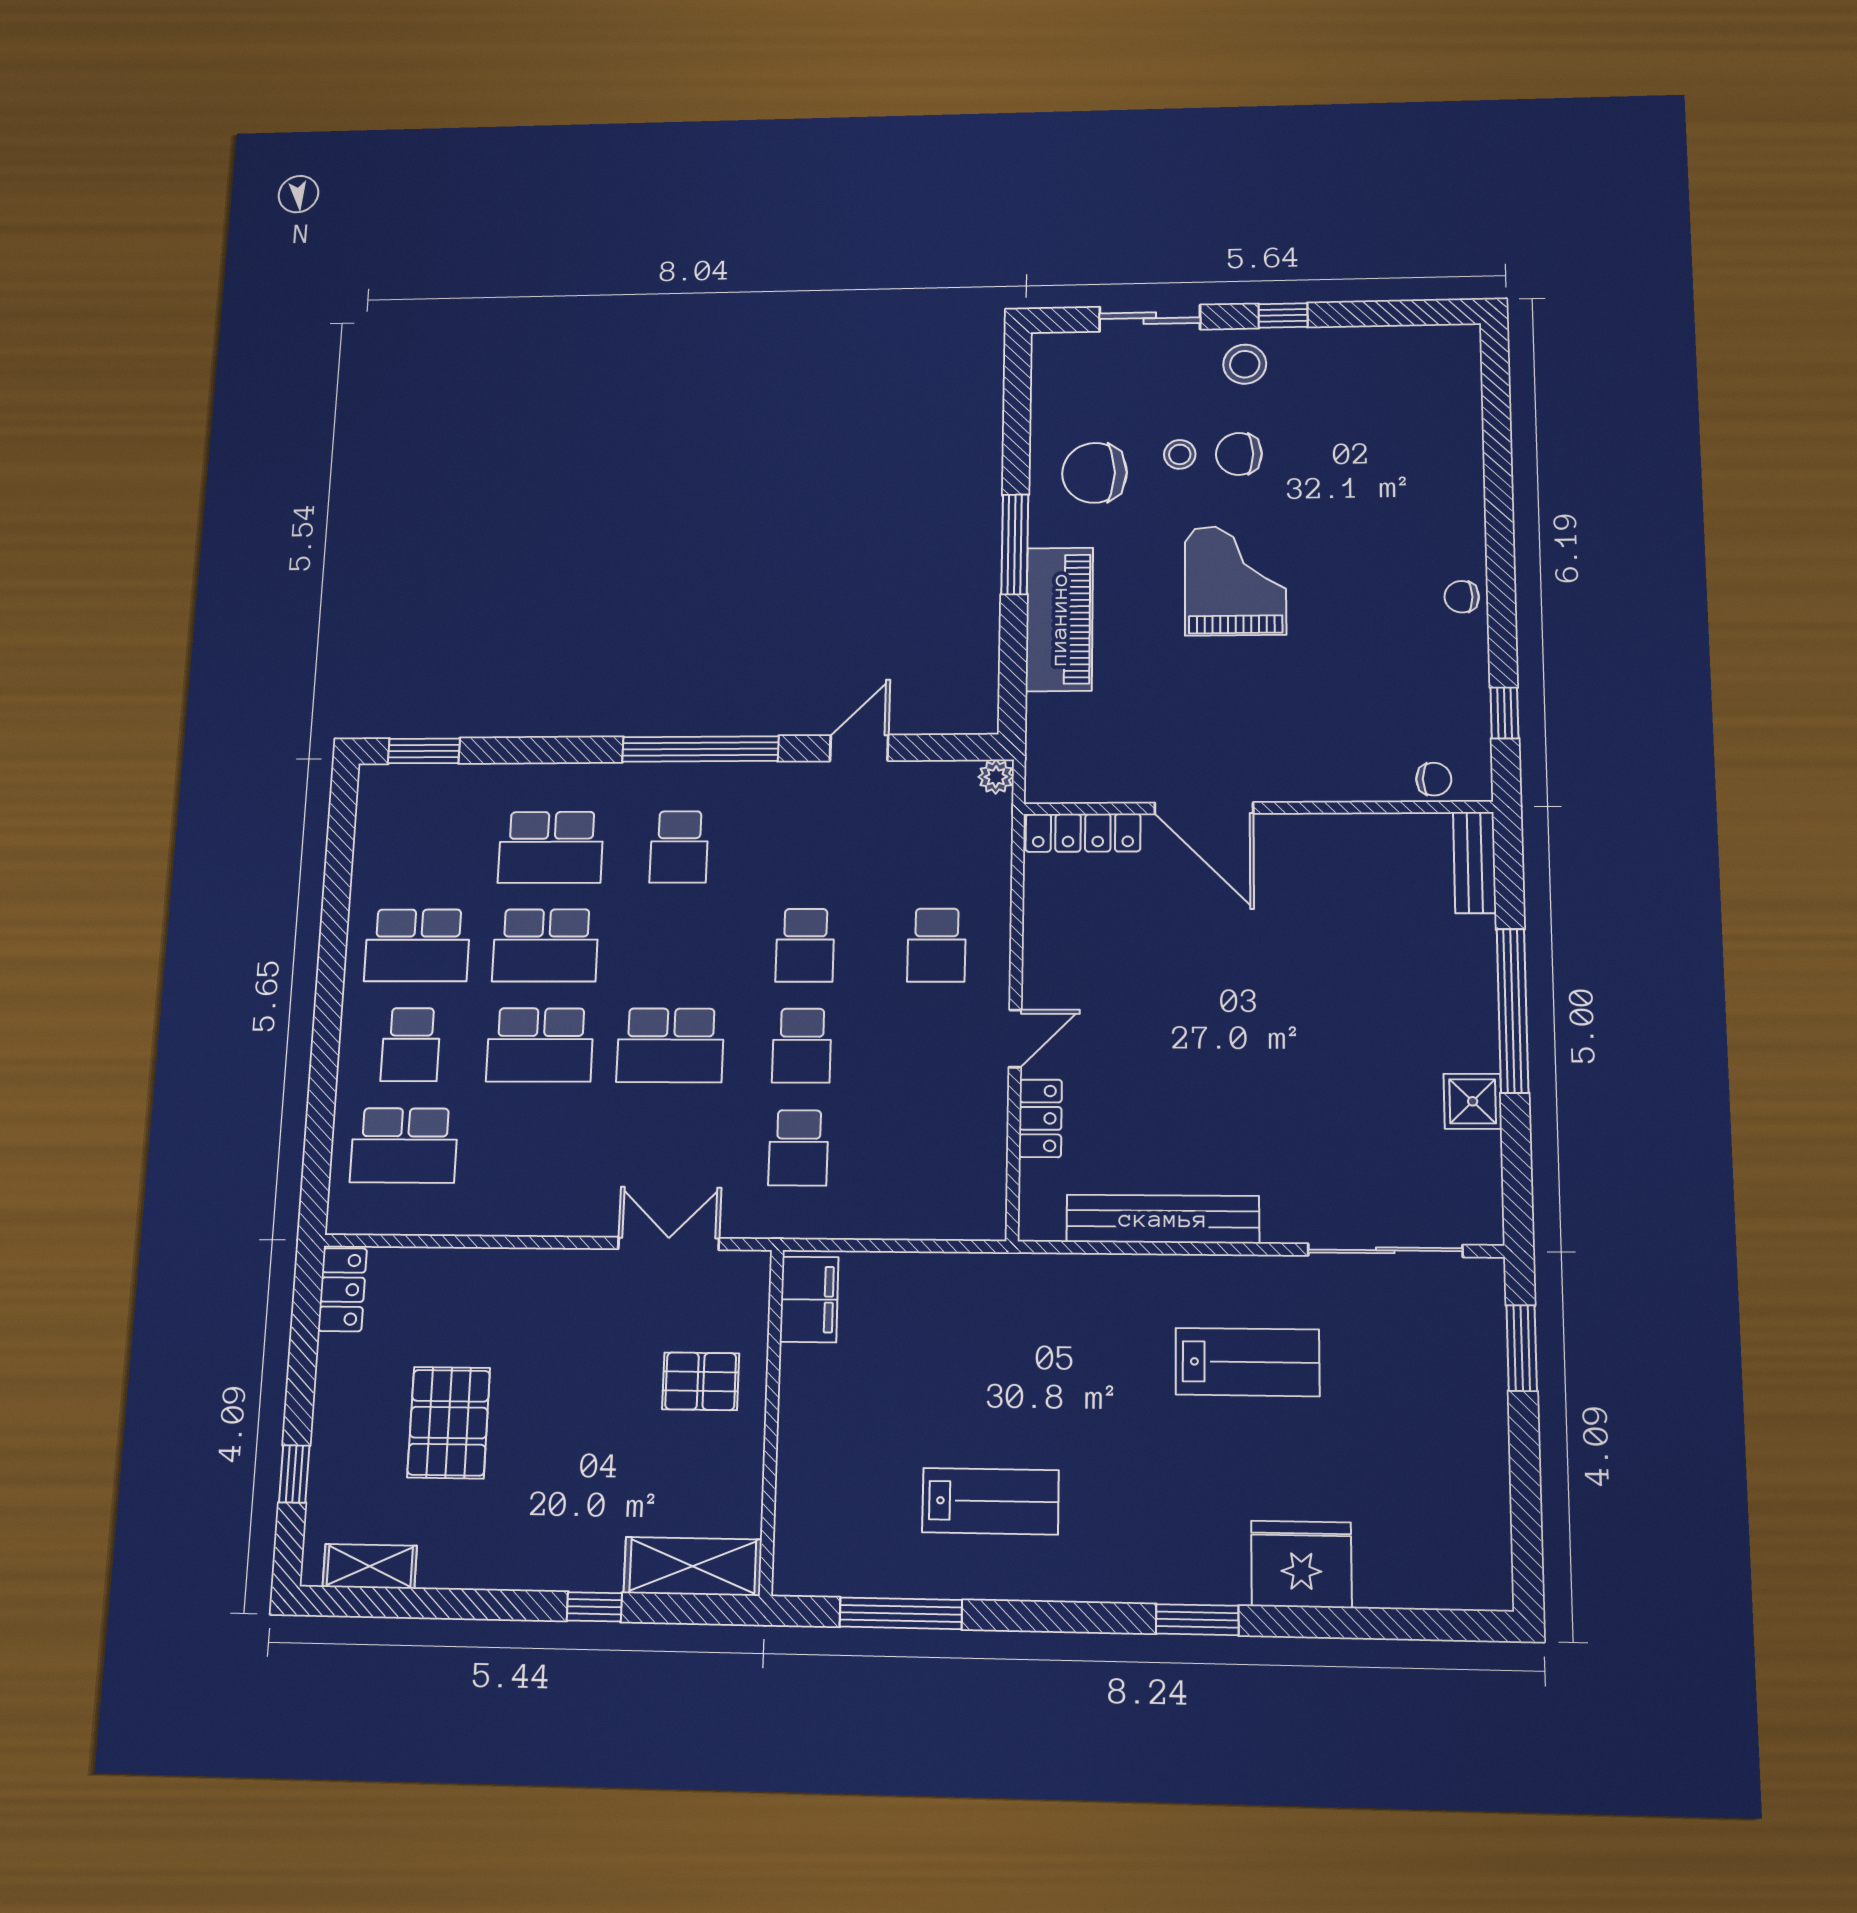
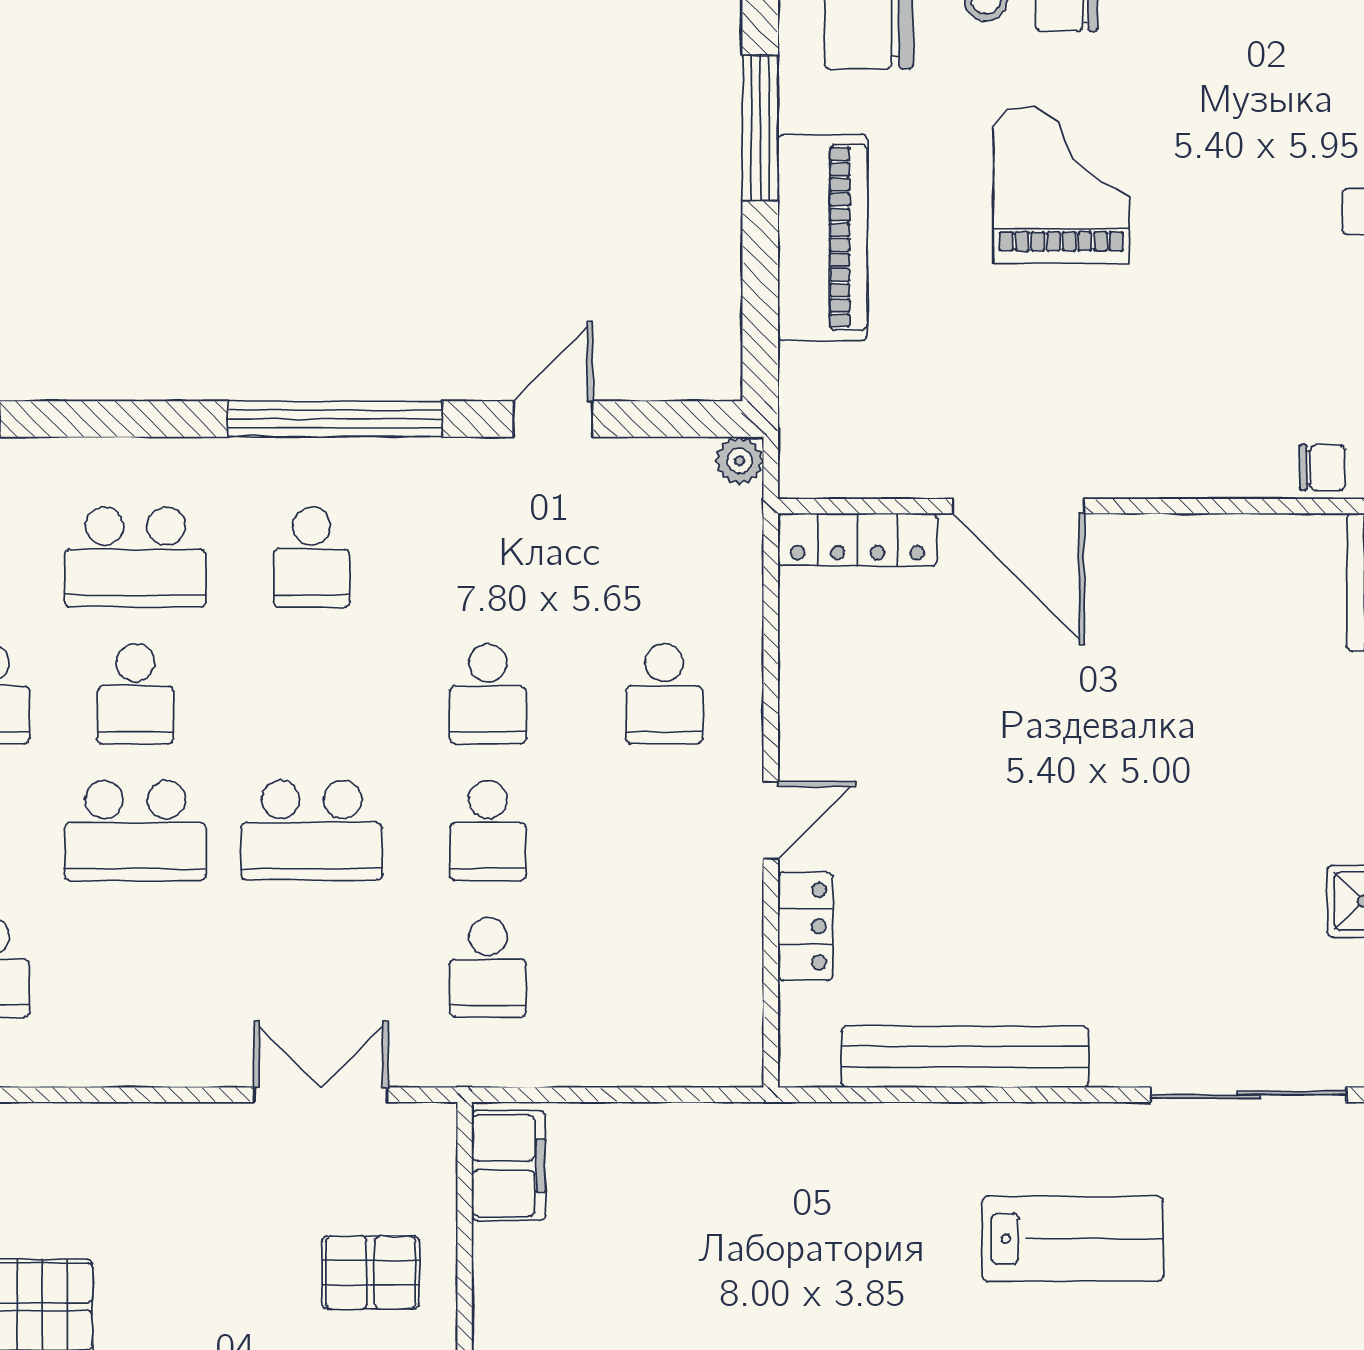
school desk: (546, 945) -> (135, 694), width x0.54

